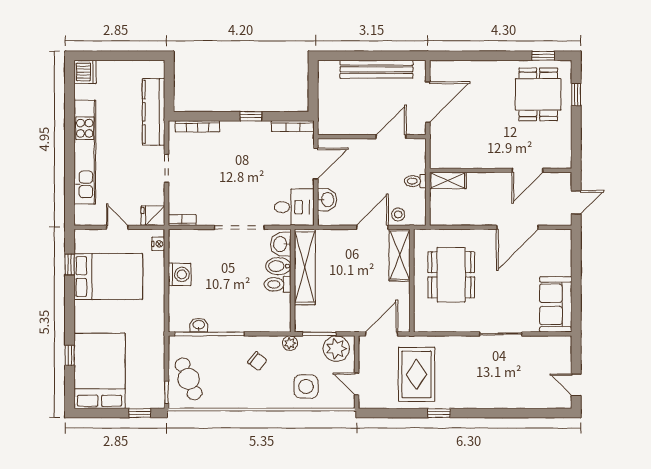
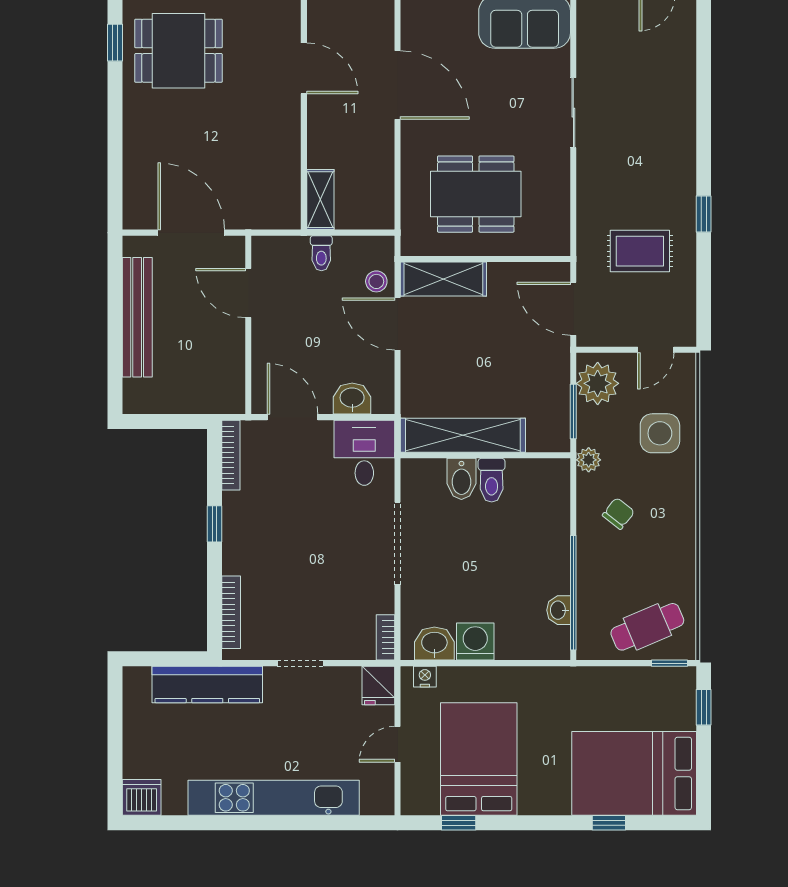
washbasin: (281, 244) -> (434, 644), moved, turned 180
rug: (417, 374) -> (640, 251), width x0.73, depth x0.70

